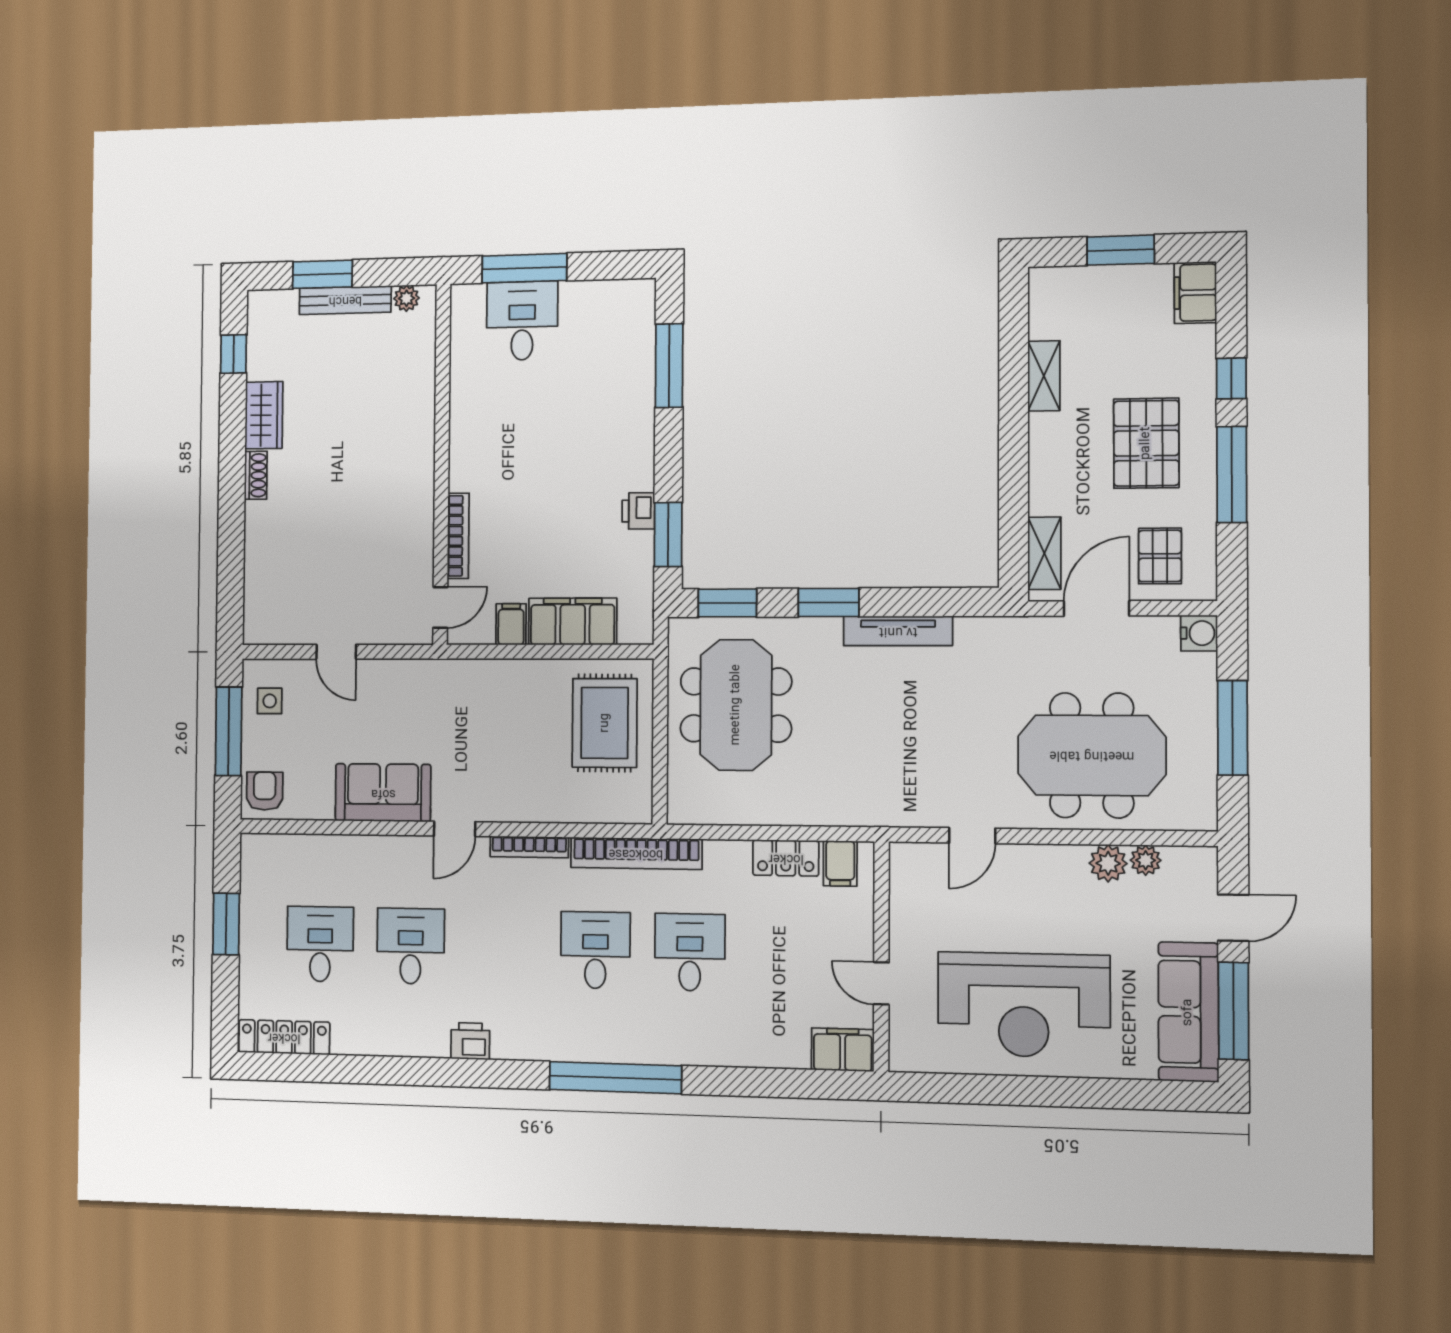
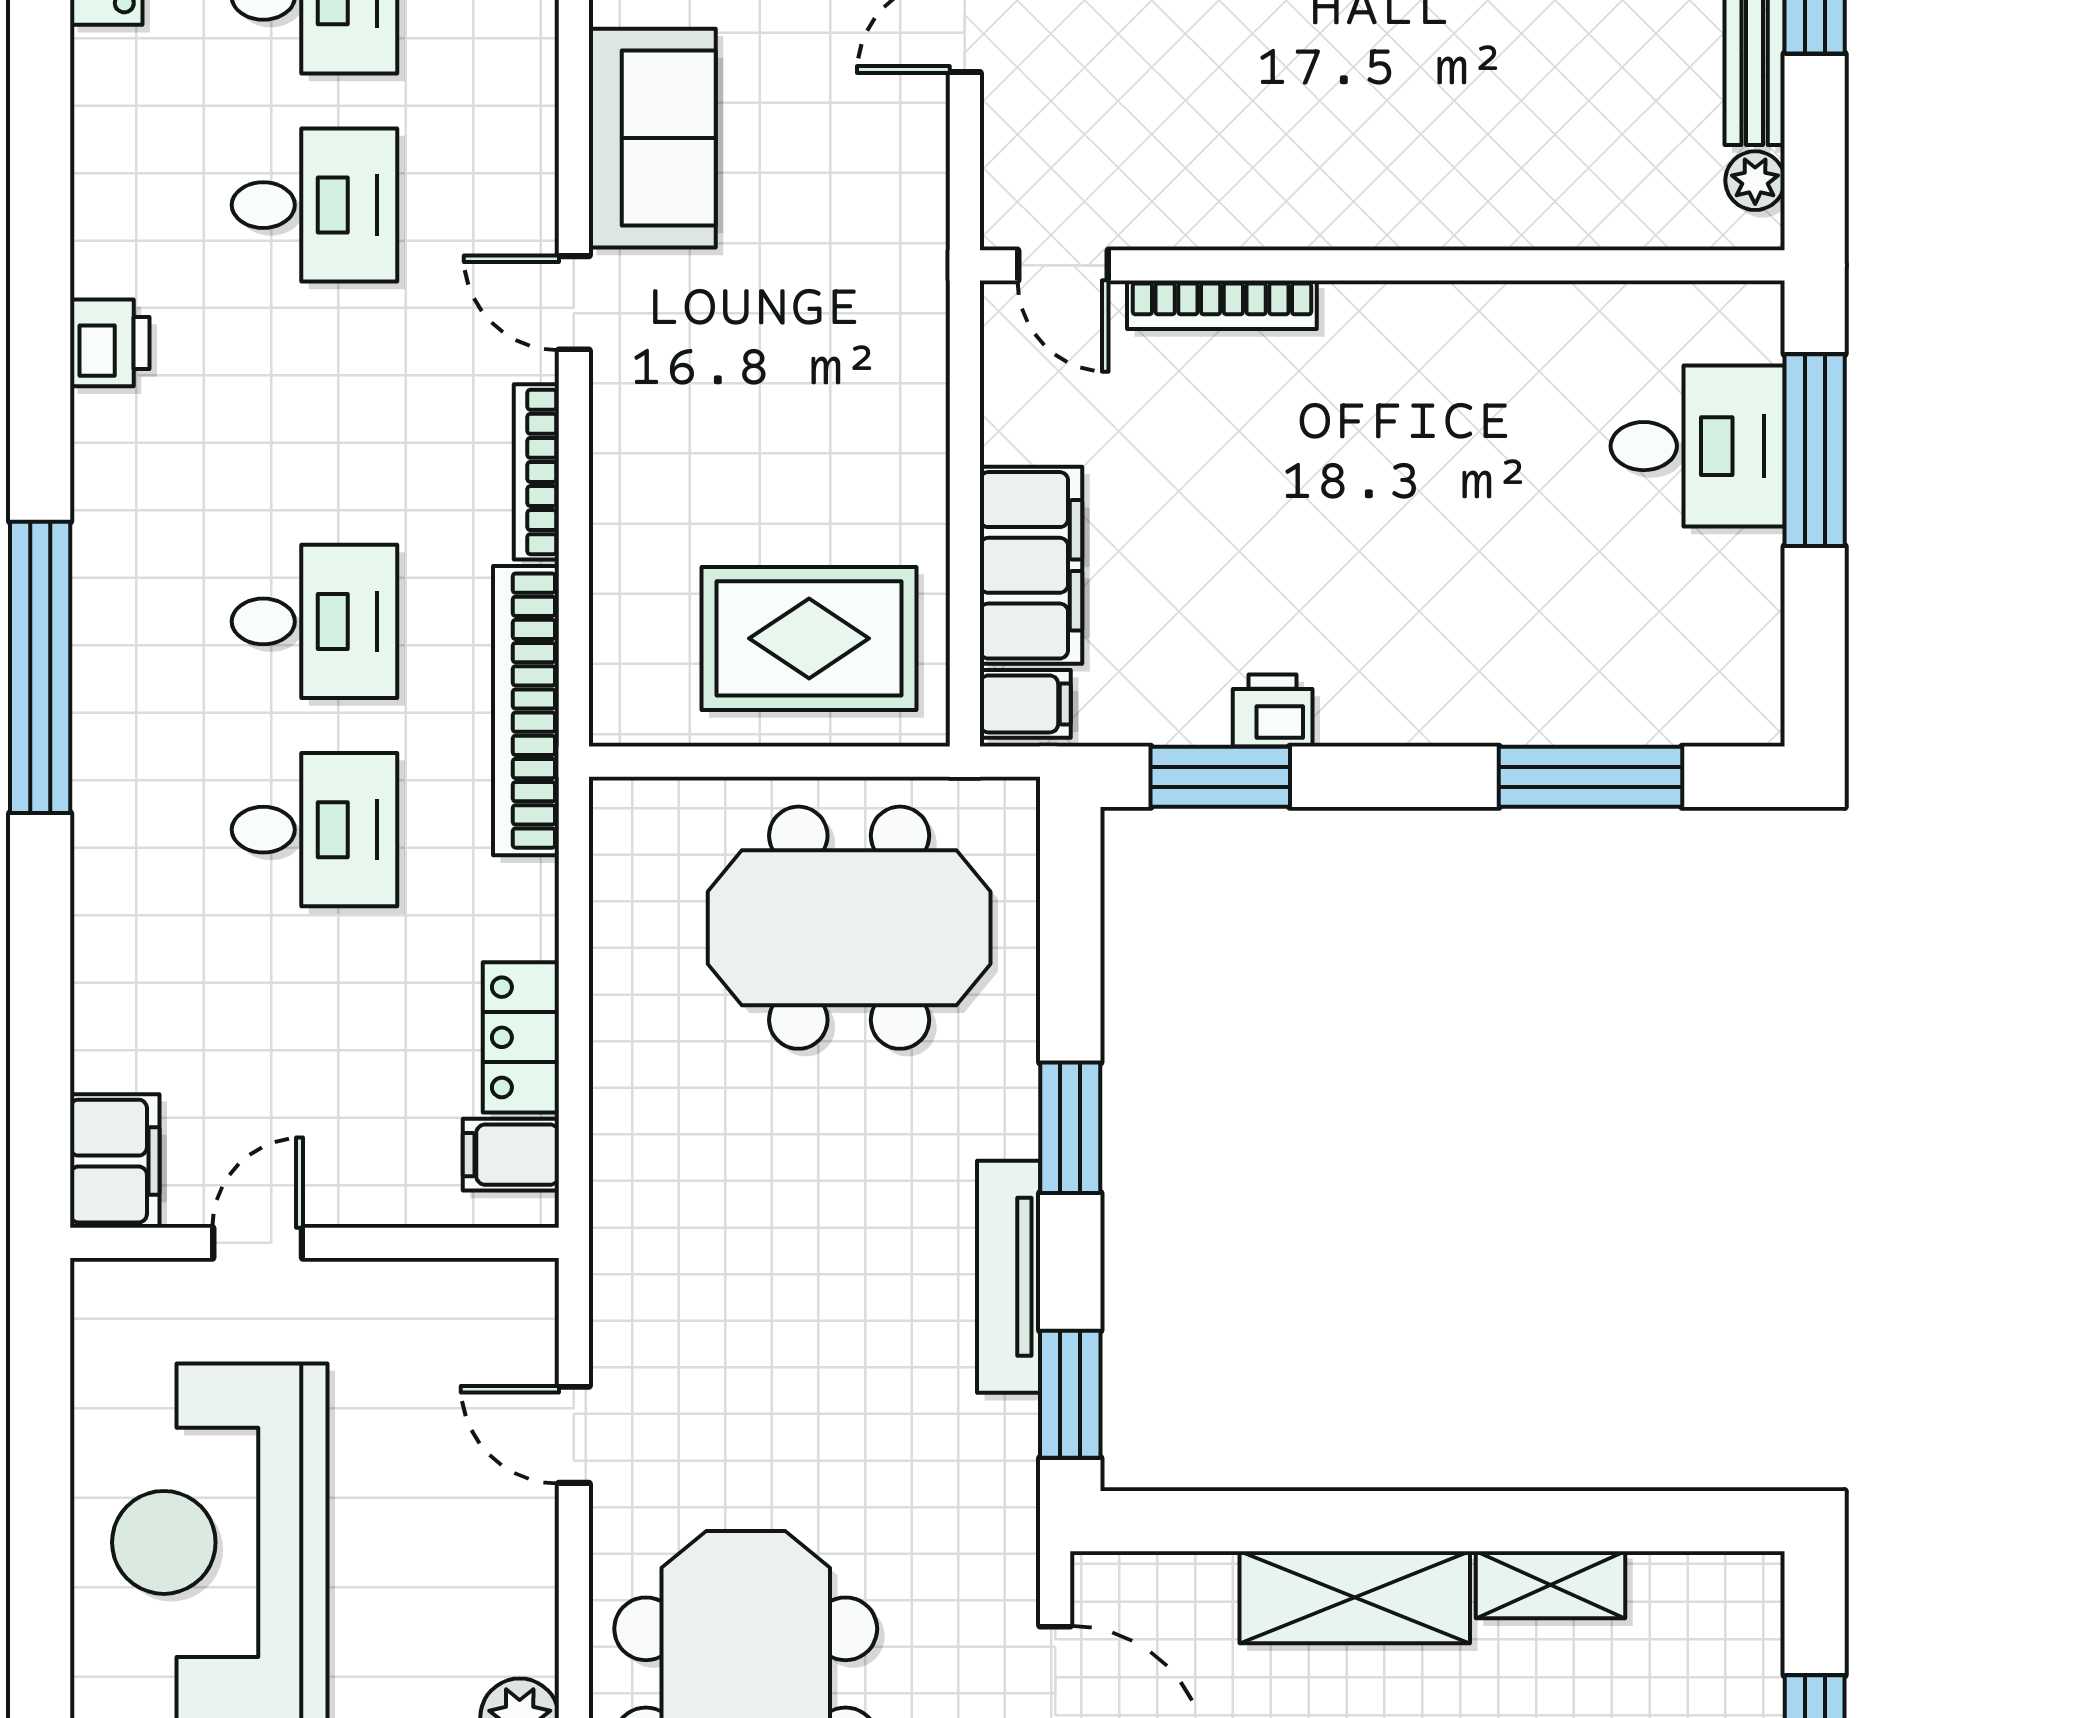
shelving: (1044, 553) -> (1355, 1597), moved, width x1.50, depth x1.33
window: (727, 603) -> (1070, 1394), moved
filing cabinet: (511, 624) -> (1025, 704), moved

